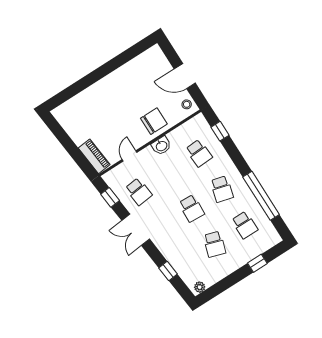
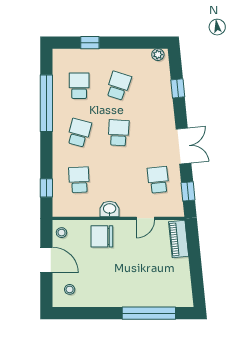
stool: (153, 65) -> (70, 289), added
window: (81, 85) -> (149, 313), added

